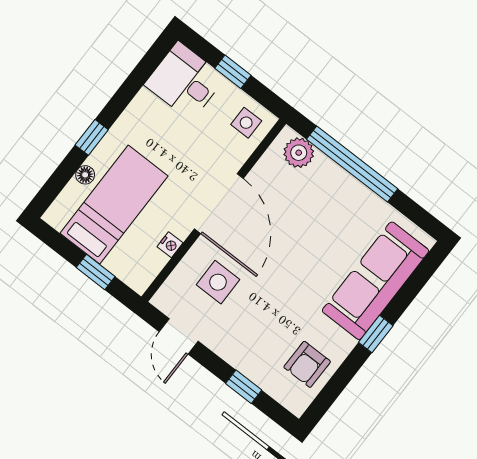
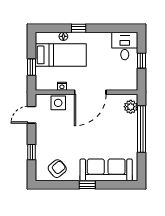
side table: (246, 123) -> (127, 80), removed
side table: (218, 282) -> (58, 103), moved
armchair: (307, 364) -> (57, 169), turned 140

